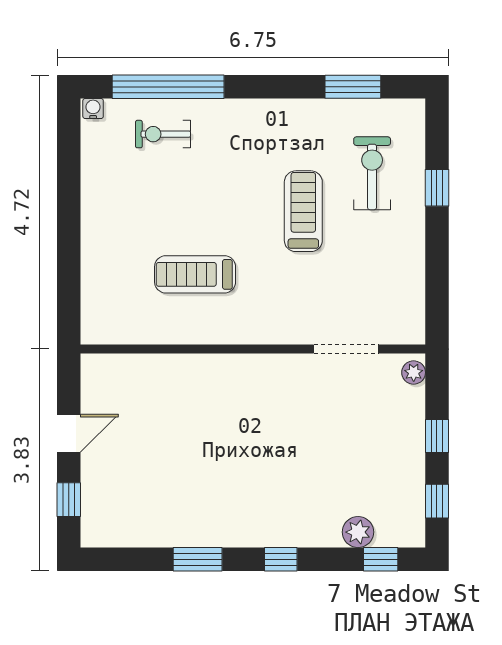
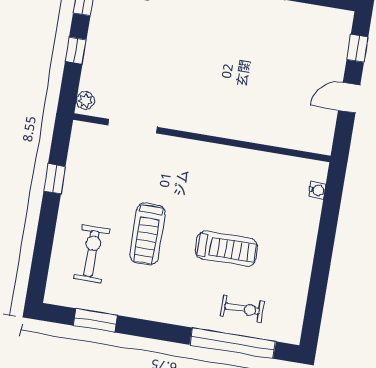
water cooler: (93, 109) -> (317, 190), moved, turned -90
exercise bike: (372, 173) -> (92, 254), turned 180
window: (437, 188) -> (54, 179), moved
treadmill: (195, 274) -> (226, 249), moved

